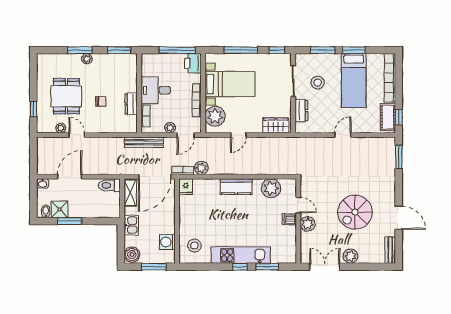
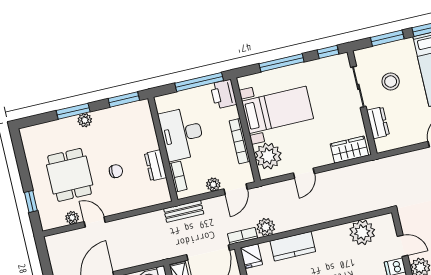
desk: (156, 90) -> (182, 134), width x1.37
bench: (144, 142) -> (184, 211), width x0.73
kitchen counter: (236, 187) -> (293, 246), moved

